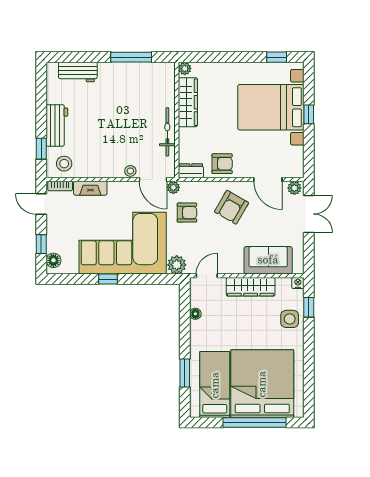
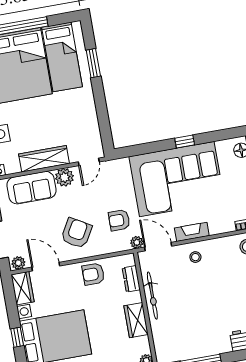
wardrobe: (188, 102) -> (136, 320), width x0.67
wardrobe: (295, 162) -> (22, 288), added
stool: (130, 171) -> (195, 257), moved
dresser: (191, 171) -> (131, 279), moved, turned 90
fireplace: (90, 188) -> (192, 232), moved
plant: (177, 265) -> (64, 177), moved
floor lamp: (195, 314) -> (93, 123), removed

